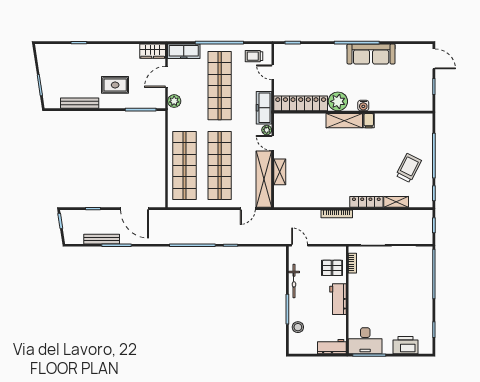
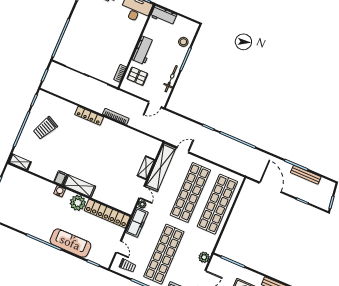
sofa: (371, 54) -> (70, 243), moved
shelving: (396, 202) -> (20, 162), moved
door: (300, 245) -> (155, 104), hinge flipped

